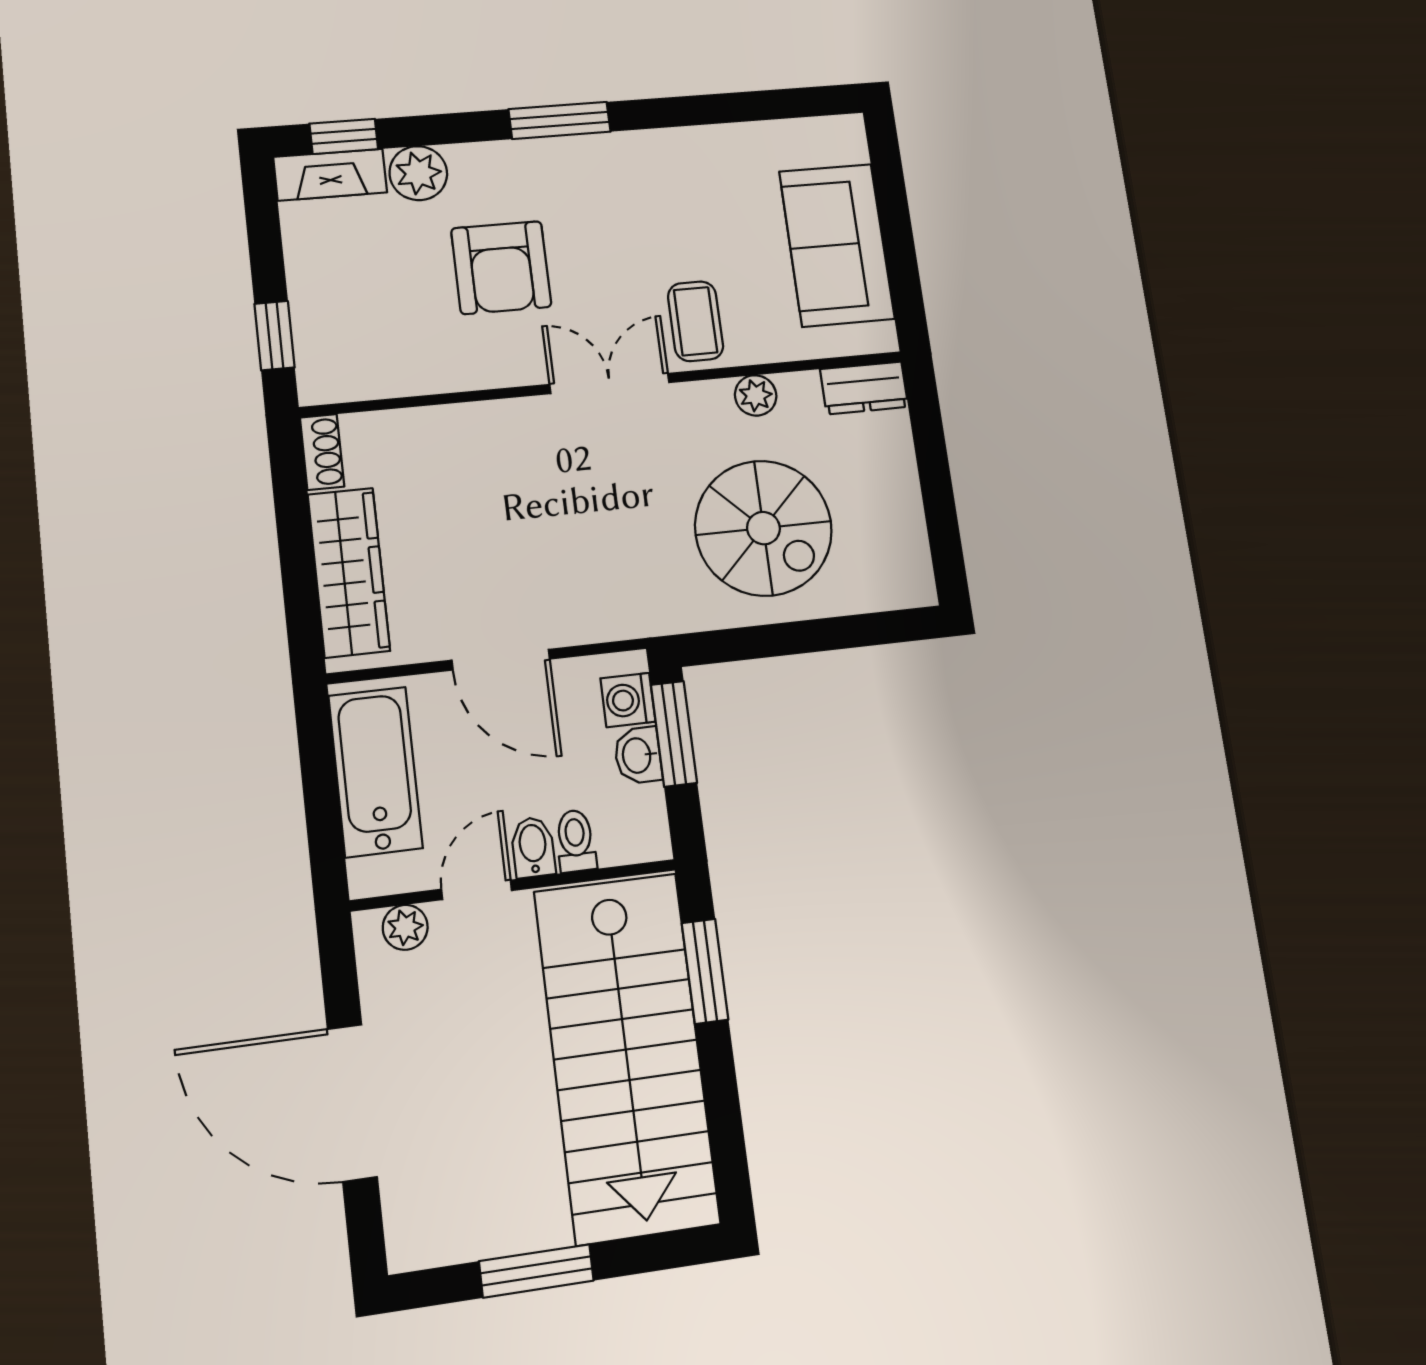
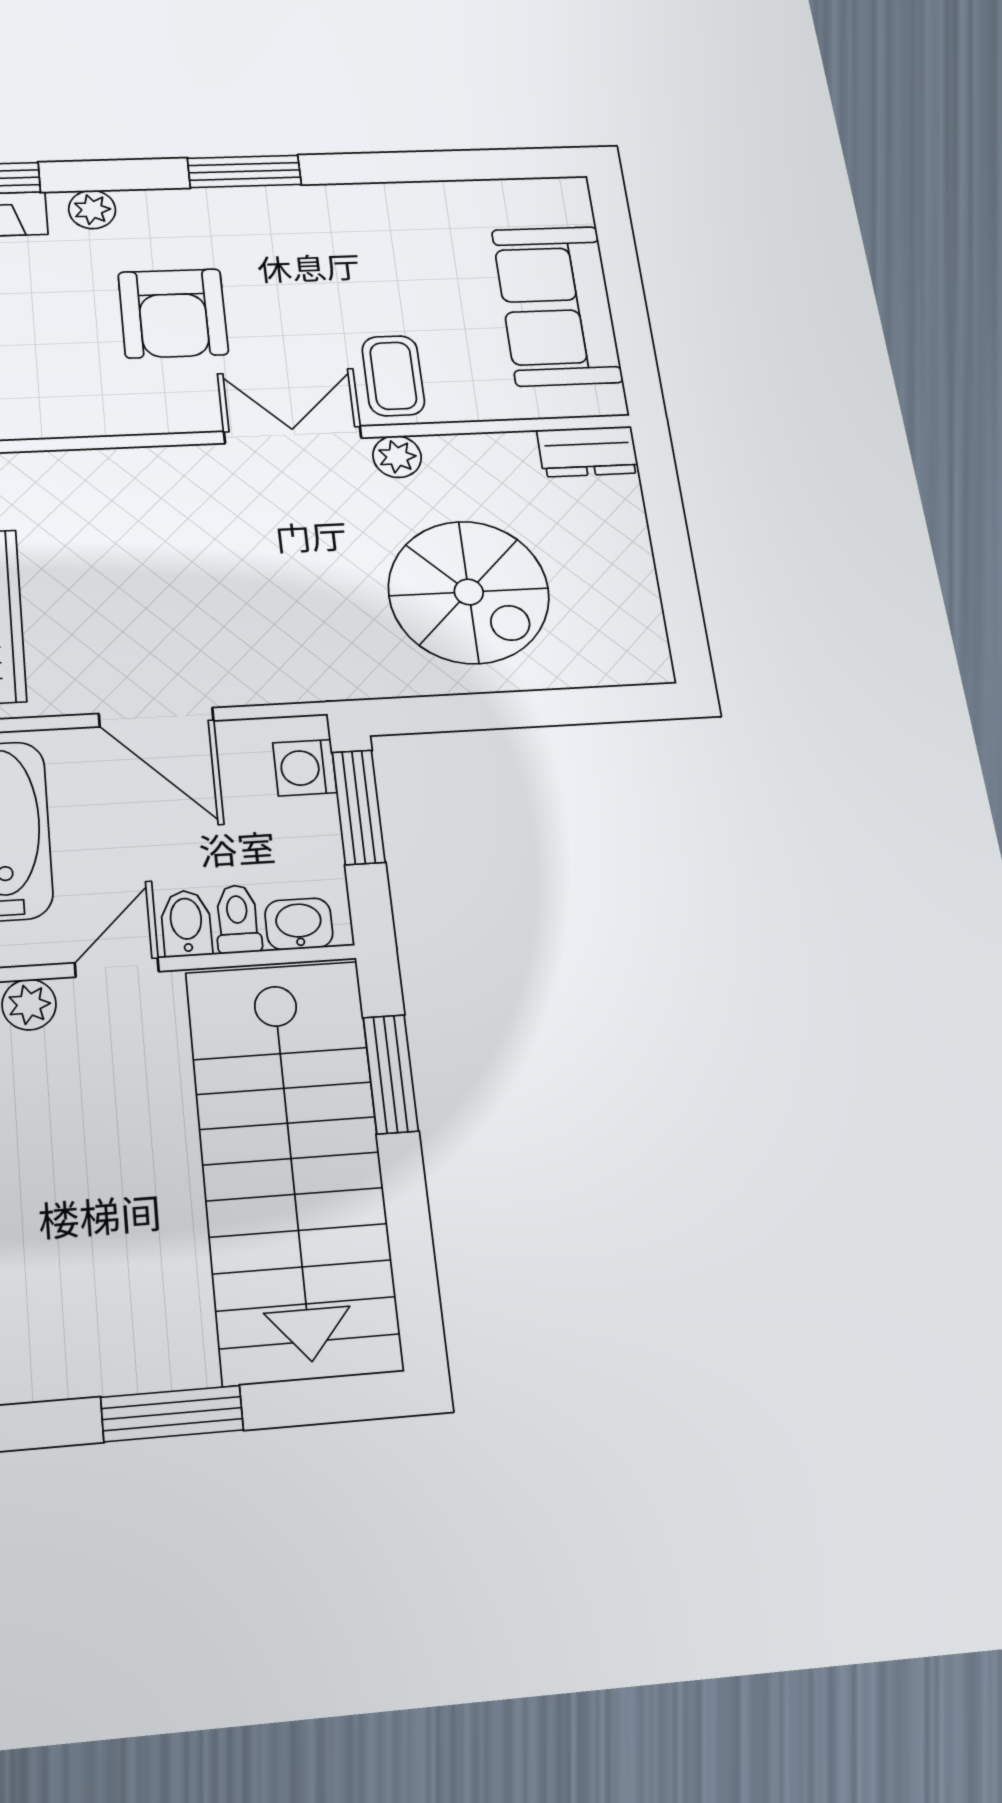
plant: (418, 173) -> (92, 209), width x0.73, depth x0.73
plant: (756, 395) -> (397, 457), moved
washbasin: (638, 755) -> (299, 924), moved, turned 90

